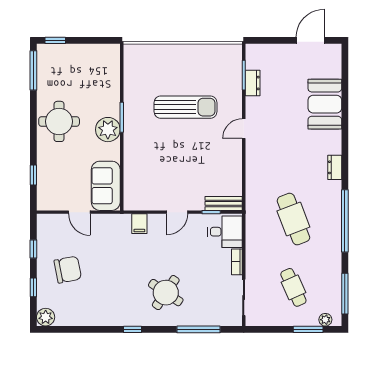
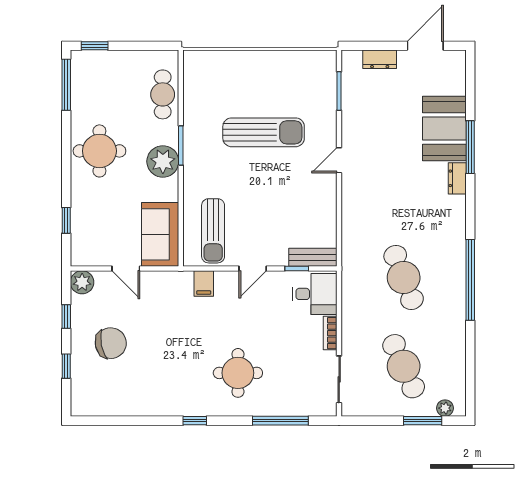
cafe table: (108, 78) -> (163, 94), added
dresser: (253, 83) -> (380, 59), moved, turned 90
dresser: (335, 167) -> (457, 178), moved
sun lounger: (147, 183) -> (213, 231), added
cafe table: (293, 287) -> (404, 366), width x1.37, depth x1.35
round table: (166, 293) -> (238, 373), turned -34
window: (345, 294) -> (470, 147), moved
plant: (46, 317) -> (82, 282), moved

